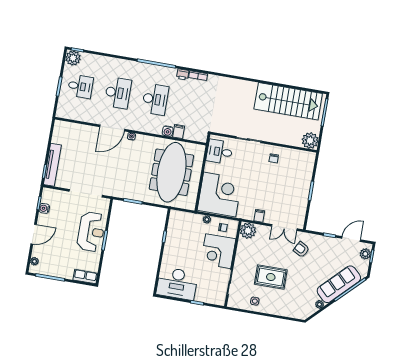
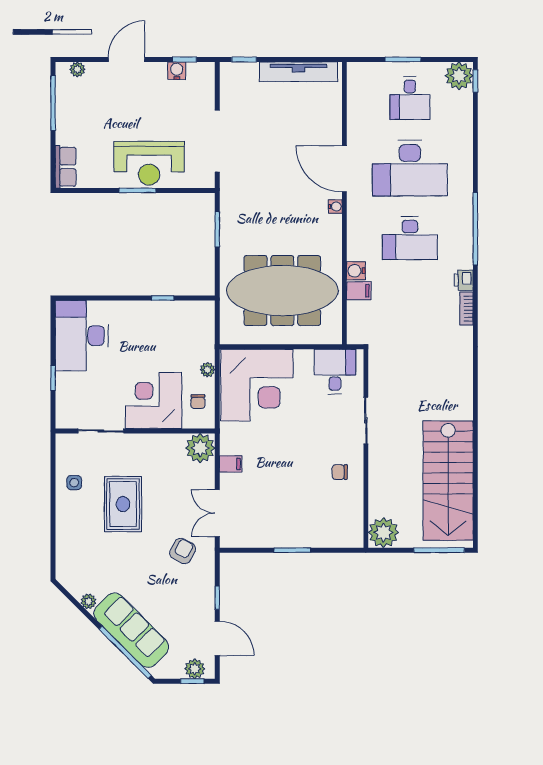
desk: (118, 93) -> (410, 168), width x1.36, depth x1.30
tv unit: (52, 165) -> (299, 72), moved
door: (34, 234) -> (127, 59), swing flipped

